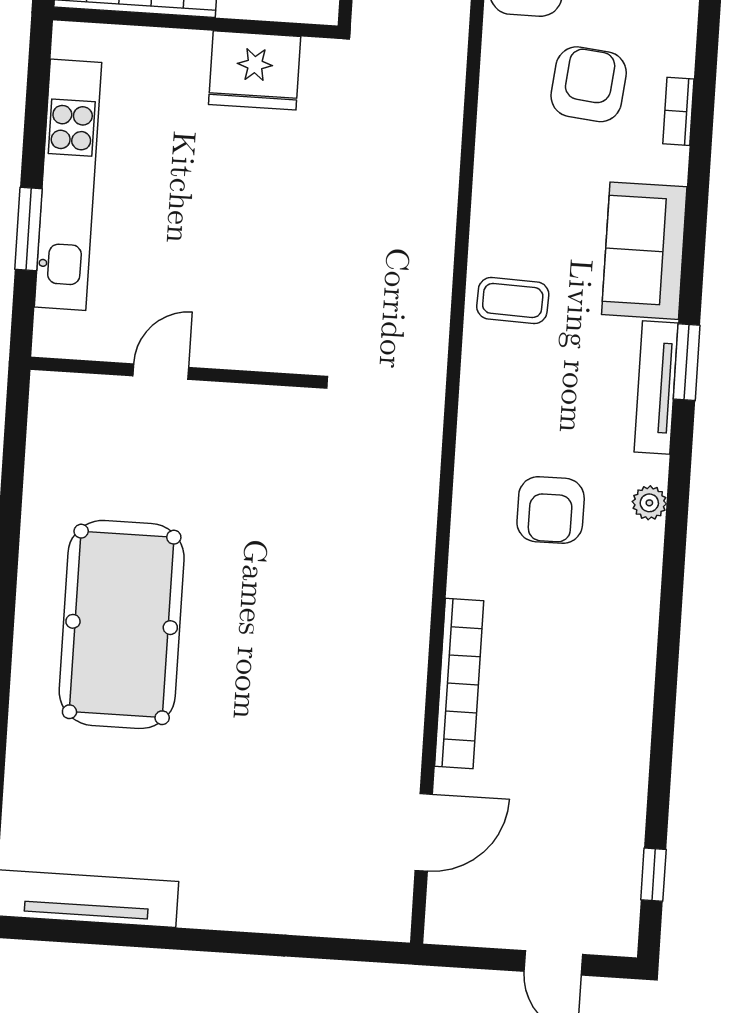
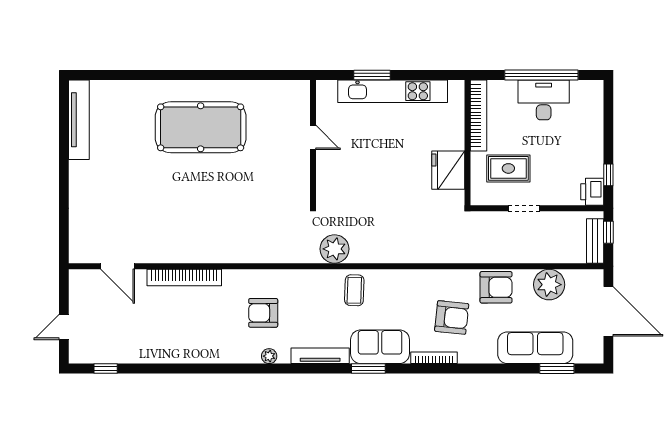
bookcase: (678, 111) -> (434, 358), width x1.56
plant: (416, 339) -> (334, 249), added
window: (687, 362) -> (368, 369), moved

